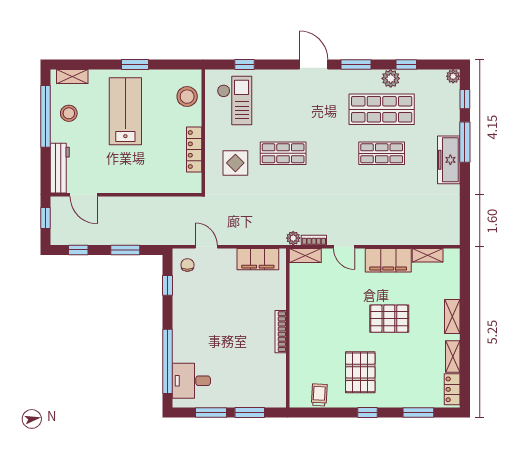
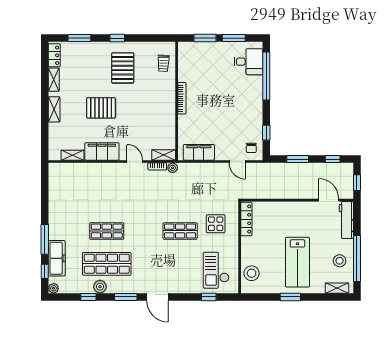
locker: (194, 150) -> (246, 219), moved
freezer: (449, 160) -> (57, 258), moved
trolley: (319, 395) -> (163, 63), moved

